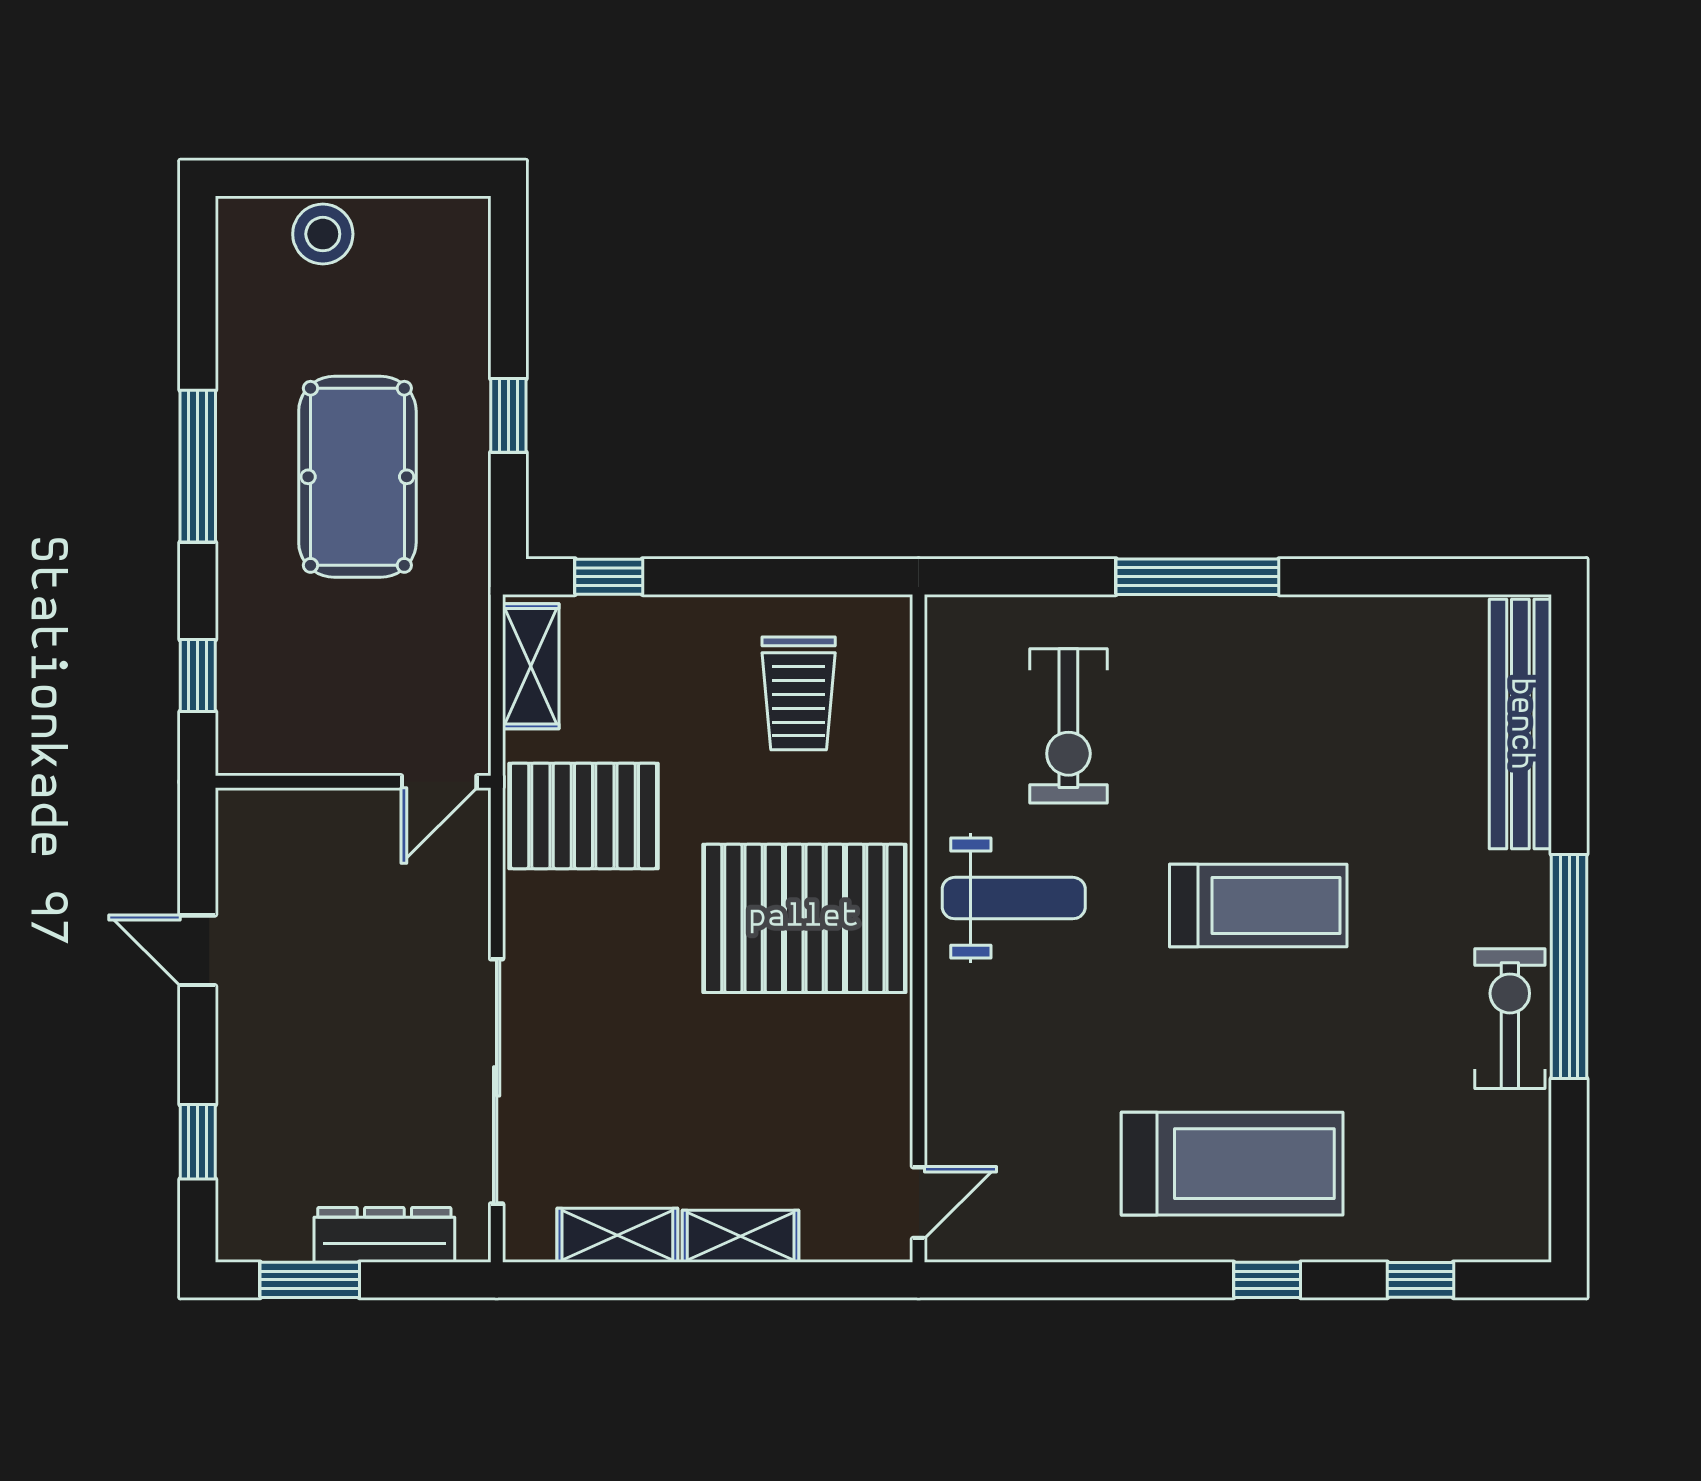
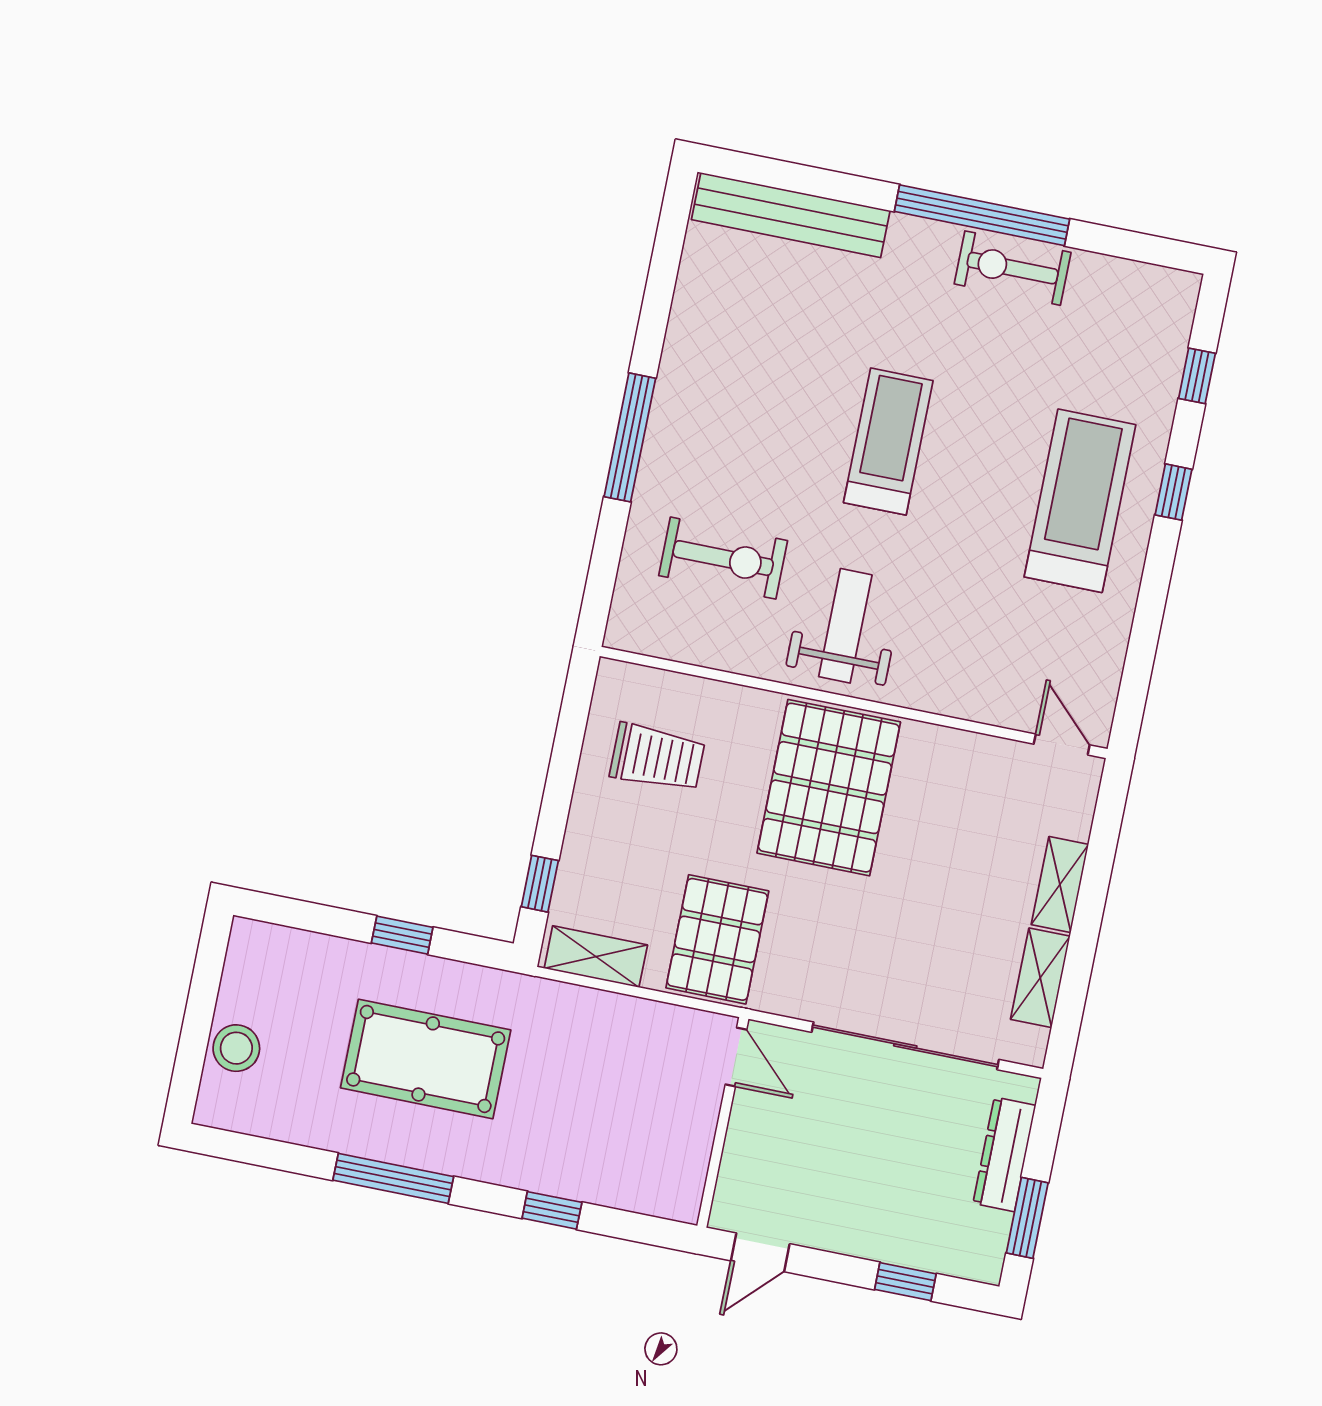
wall: (353, 782) -> (723, 1122), moved
door: (439, 782) -> (736, 1057), moved

